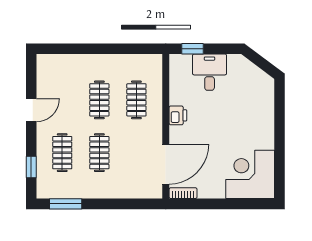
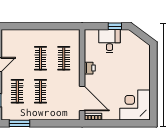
window: (192, 49) -> (115, 26), moved
door: (166, 164) -> (82, 99), hinge flipped

